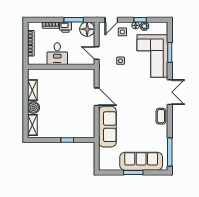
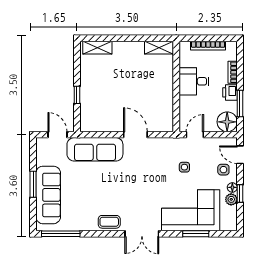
shelving: (32, 90) -> (159, 48), moved
door: (97, 97) -> (135, 135), swing flipped
boiler: (33, 108) -> (121, 49), removed
door: (97, 154) -> (57, 135), added

